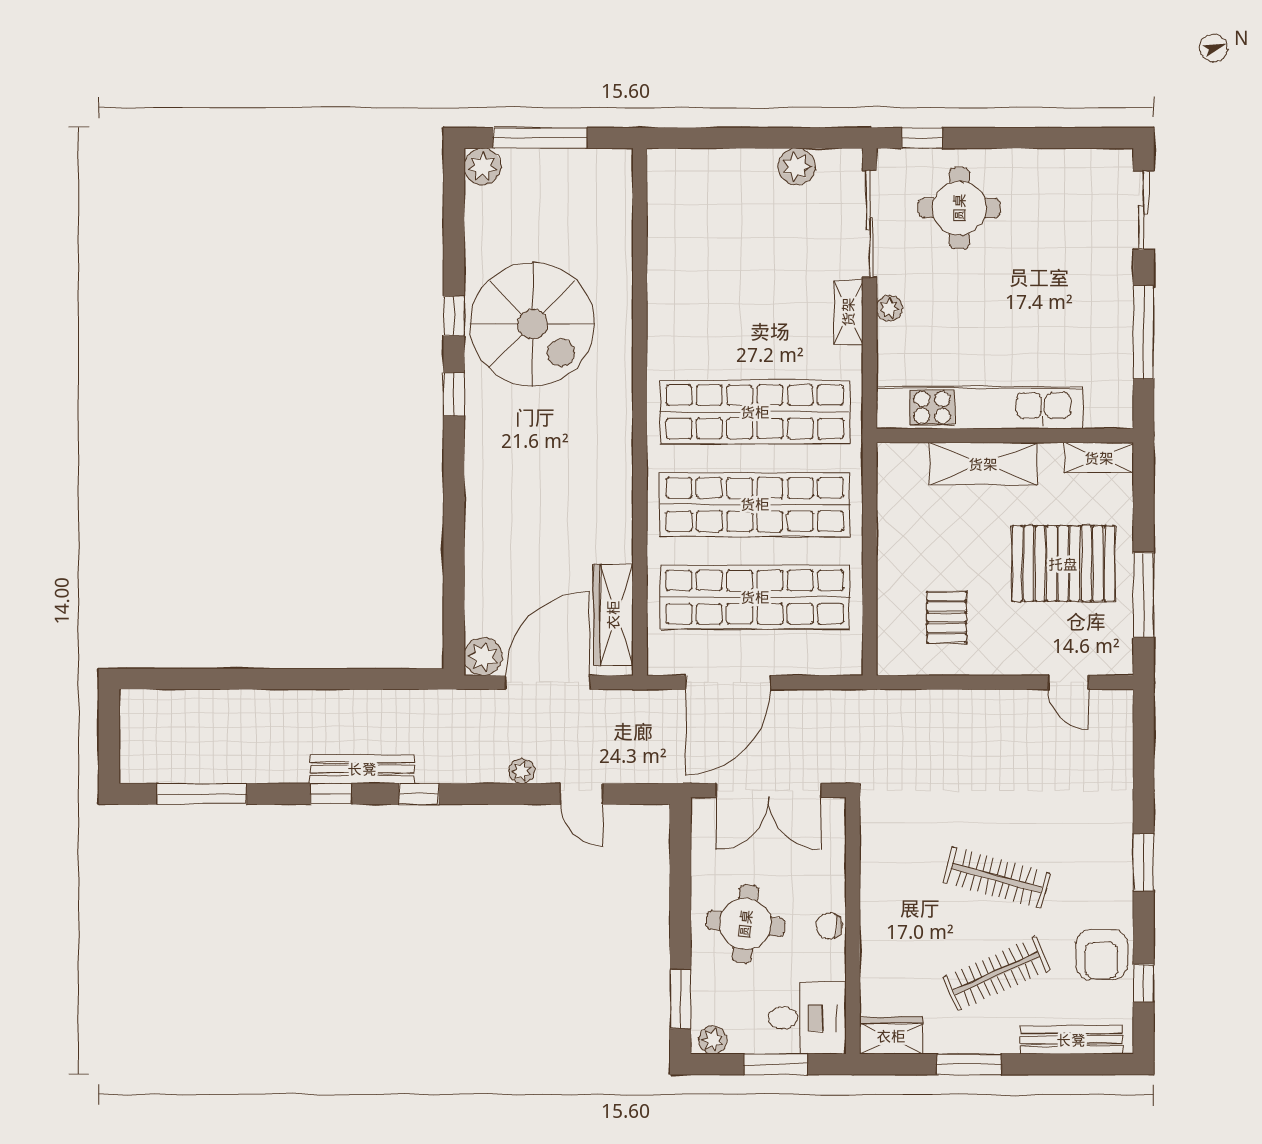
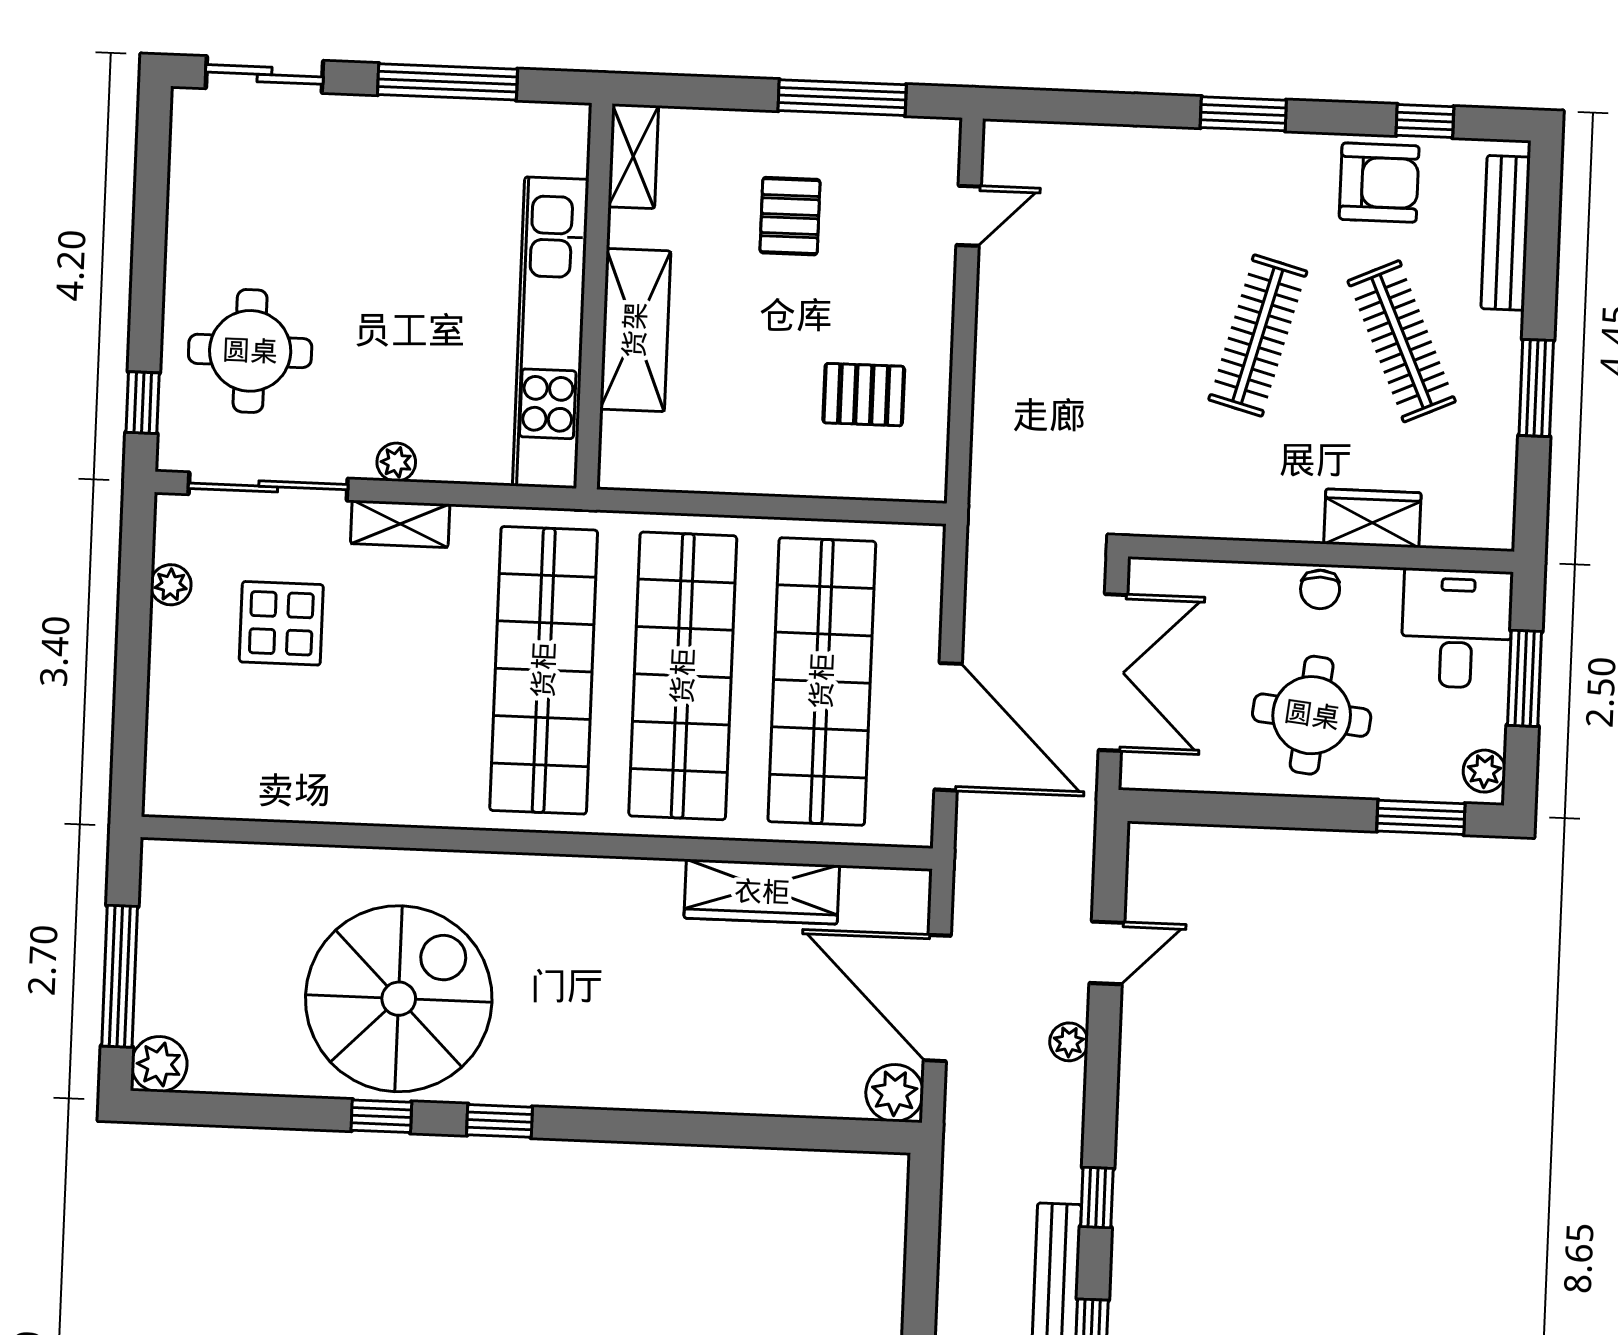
plant: (797, 167) -> (171, 585), width x0.73, depth x0.73
display table: (779, 236) -> (281, 623), added
pallet: (1063, 564) -> (790, 216), width x0.49, depth x0.50
wardrobe: (613, 615) -> (762, 892), moved
wardrobe: (891, 1036) -> (1372, 518), moved, turned 90

